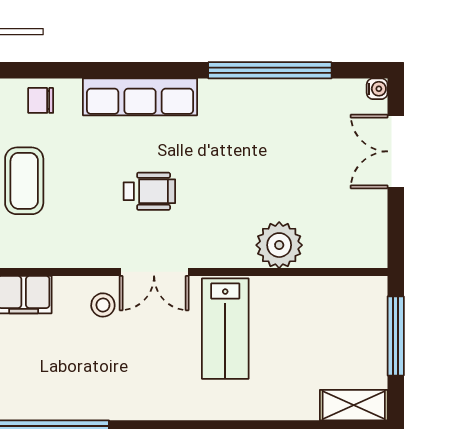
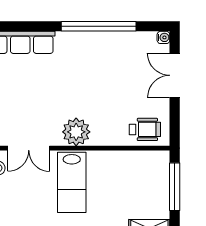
wheelchair: (149, 191) -> (145, 129), moved
plant: (279, 245) -> (76, 132), moved

